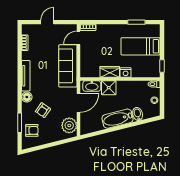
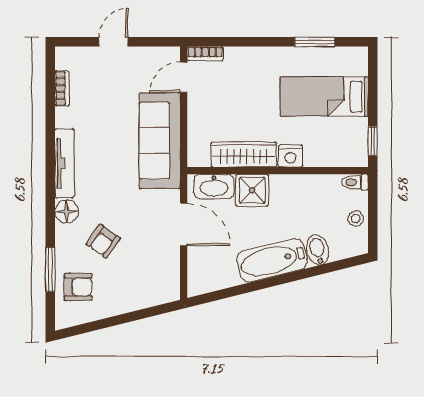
wardrobe: (110, 72) -> (244, 154), width x1.50
door: (78, 103) -> (184, 224), hinge flipped
plant: (69, 125) -> (163, 276), removed

